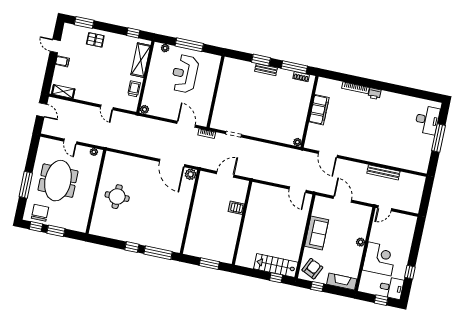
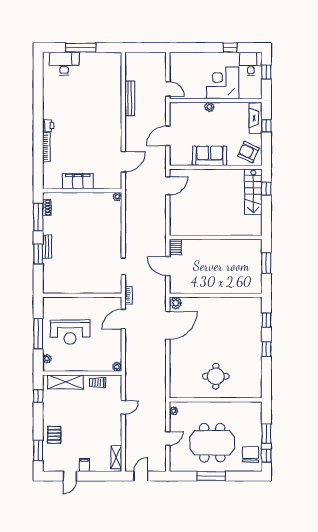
window: (26, 185) -> (211, 476), moved
server rack: (236, 208) -> (175, 247), moved
chair: (40, 213) -> (250, 455), turned 90
window: (158, 253) -> (266, 320), width x0.46
window: (317, 286) -> (266, 126), moved

